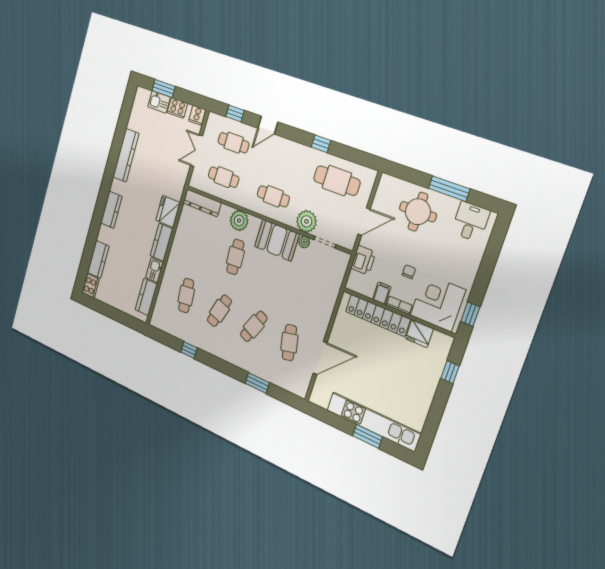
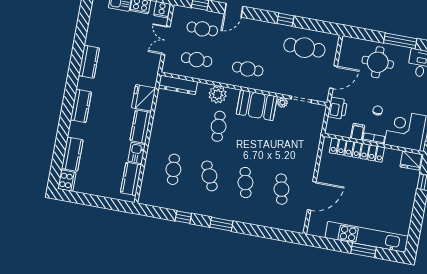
kitchen counter: (126, 155) -> (89, 62), width x0.67
plant: (306, 221) -> (282, 85), removed
cafe table: (219, 311) -> (209, 176), turned -42
cafe table: (254, 326) -> (245, 183), turned -36
fridge: (419, 334) -> (411, 161), moved
window: (257, 383) -> (221, 224), moved

